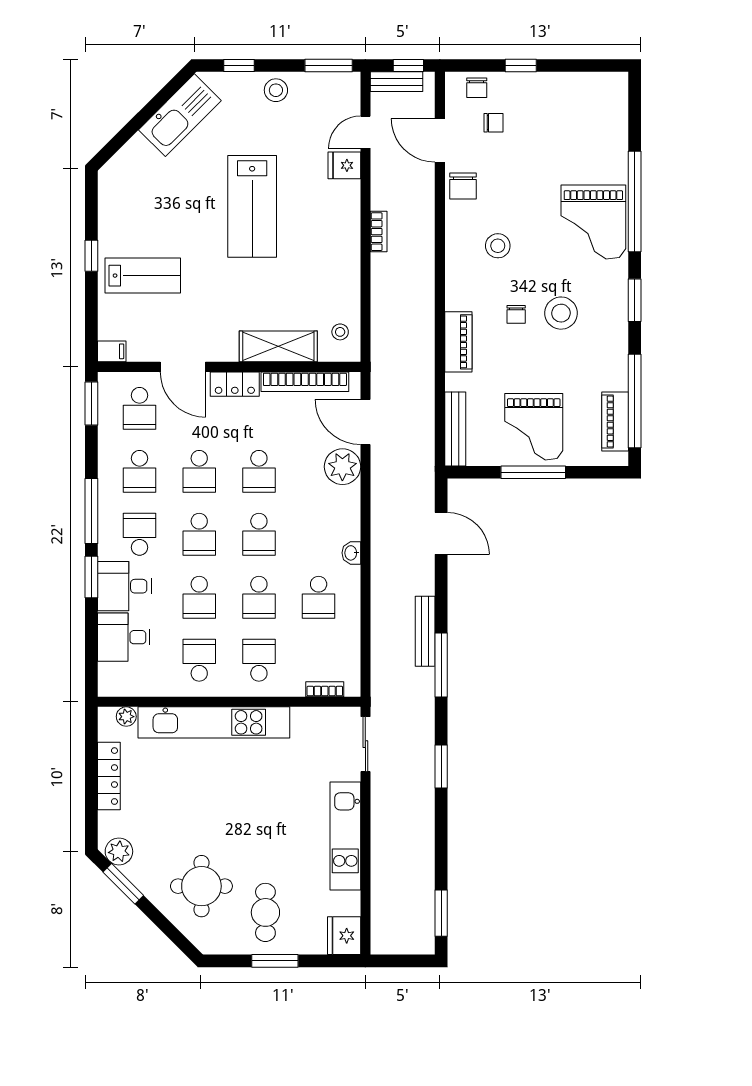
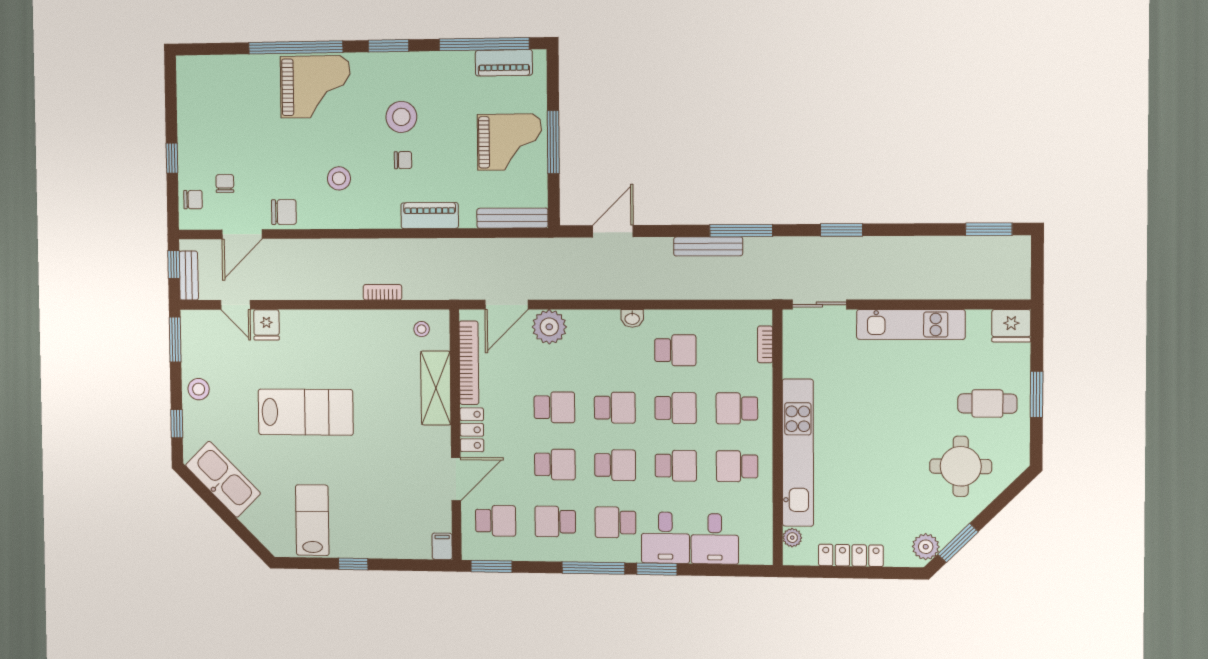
bookcase: (379, 232) -> (382, 292), moved
lab bench: (143, 276) -> (312, 520), moved
school desk: (140, 471) -> (555, 522), turned 180

